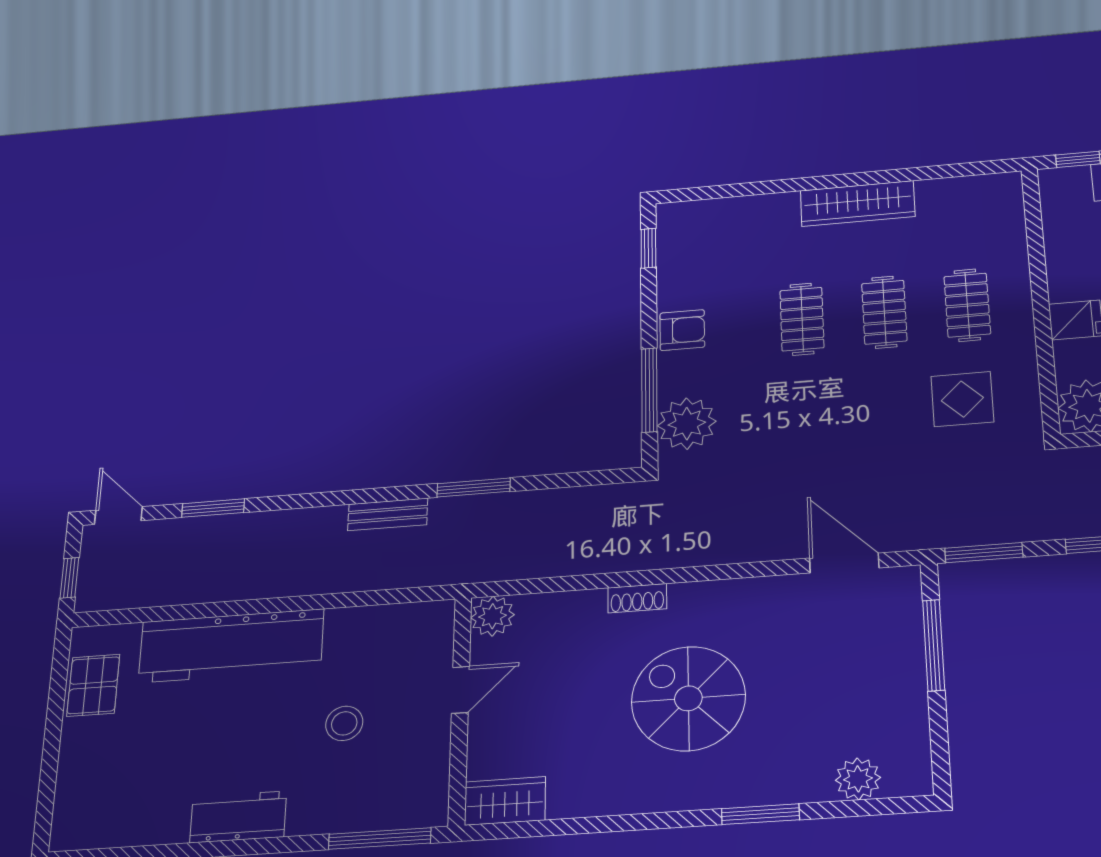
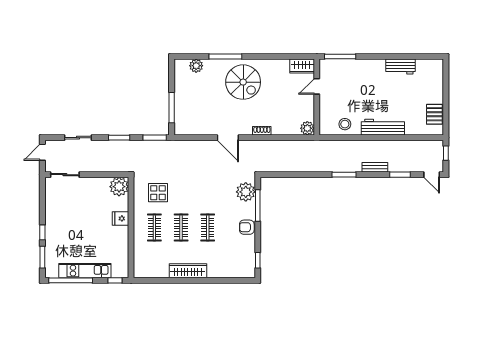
window: (474, 488) -> (344, 175), moved
bench: (388, 514) -> (375, 167), moved
door: (844, 563) -> (228, 138), moved
workbench: (231, 646) -> (383, 127), width x0.73, depth x0.76
door: (461, 690) -> (317, 86), moved
spiral stairs: (688, 698) -> (243, 82), moved
stool: (344, 723) -> (345, 124), moved
window: (760, 814) -> (225, 57), width x1.44
workbench: (238, 817) -> (401, 67), moved

